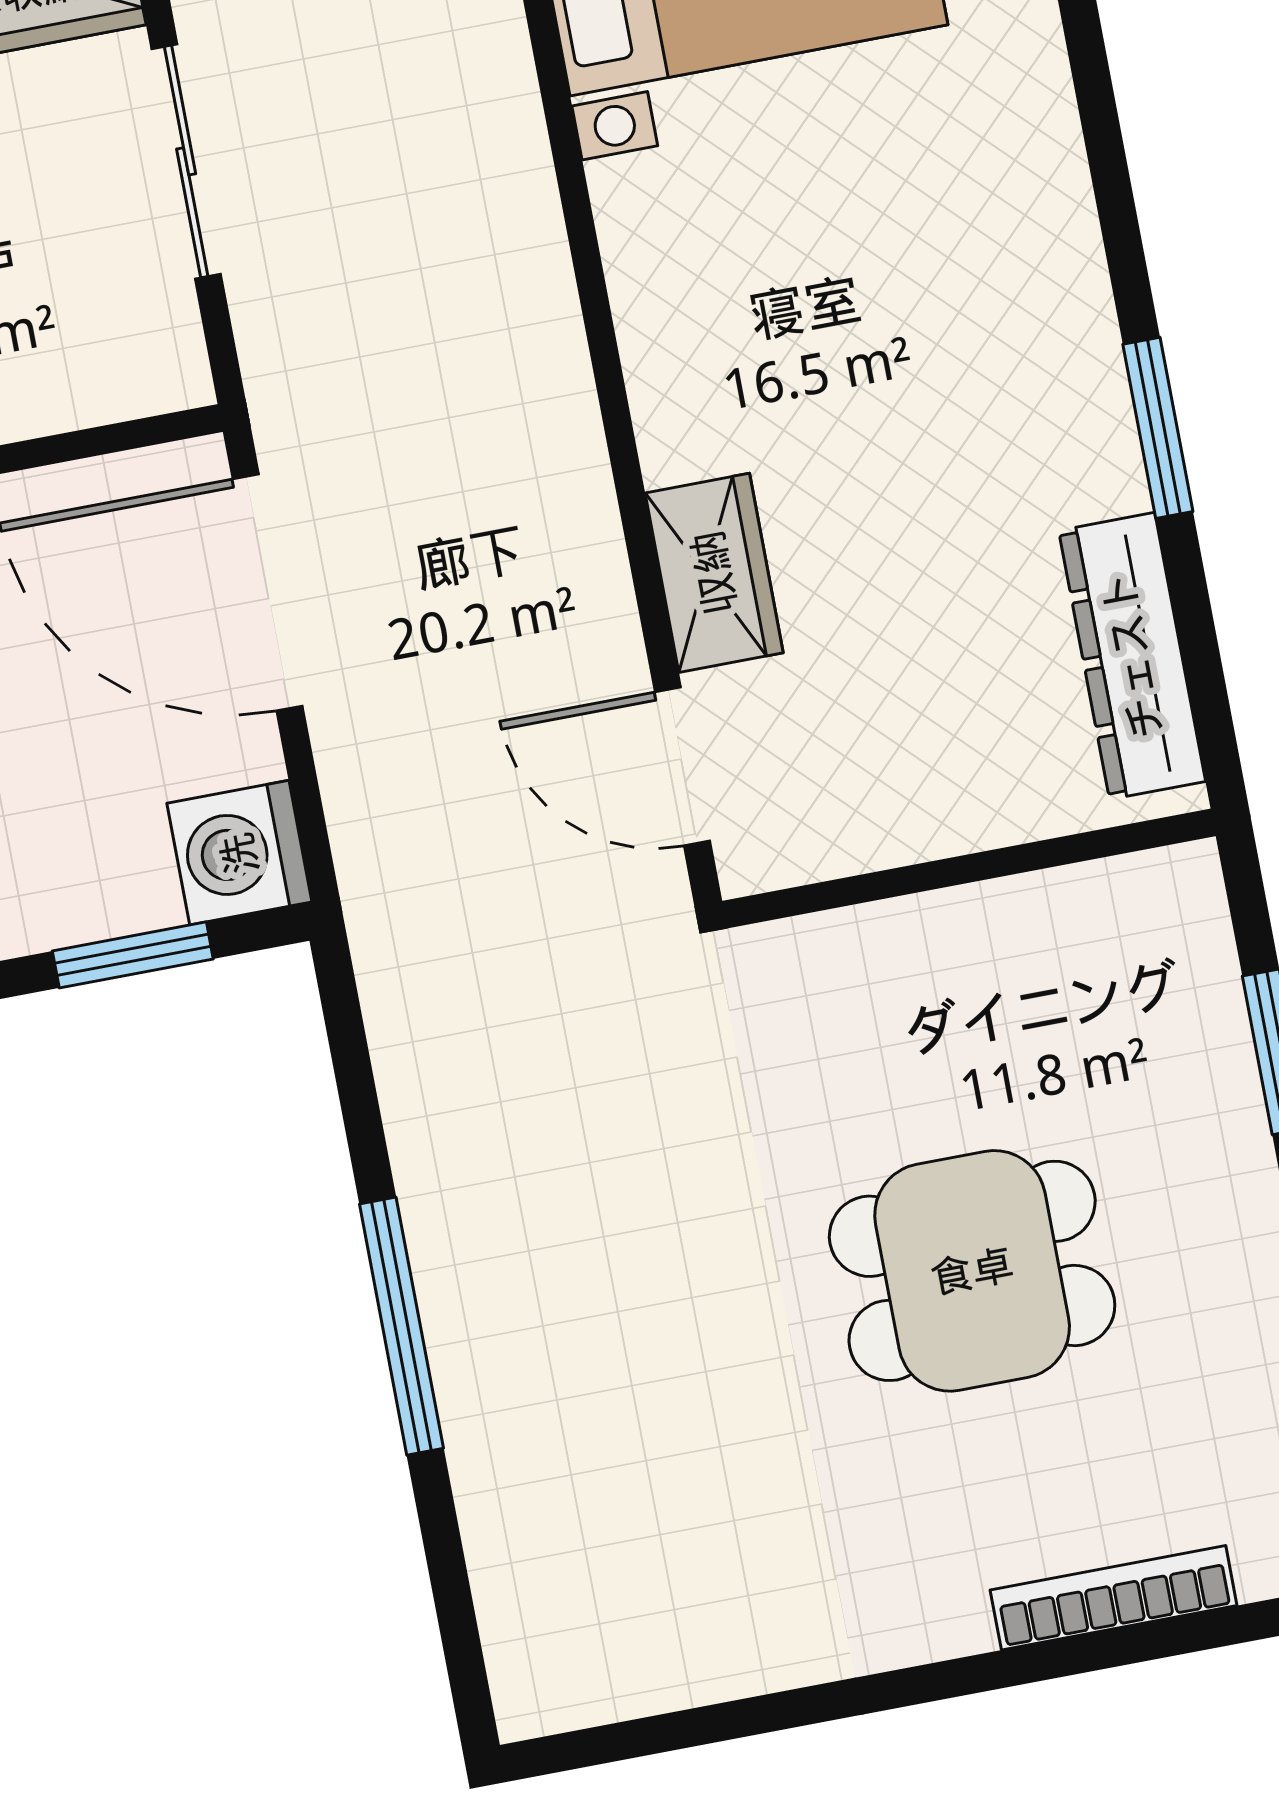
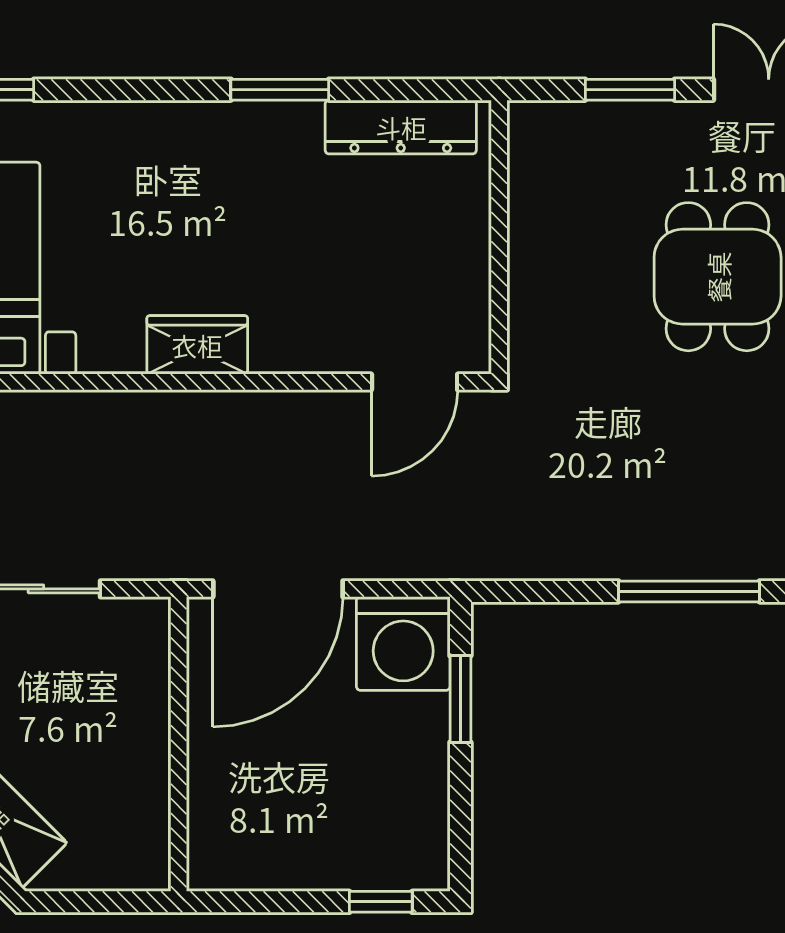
wardrobe: (714, 573) -> (197, 345), moved
washing machine: (239, 853) -> (403, 643), width x1.37, depth x1.37

